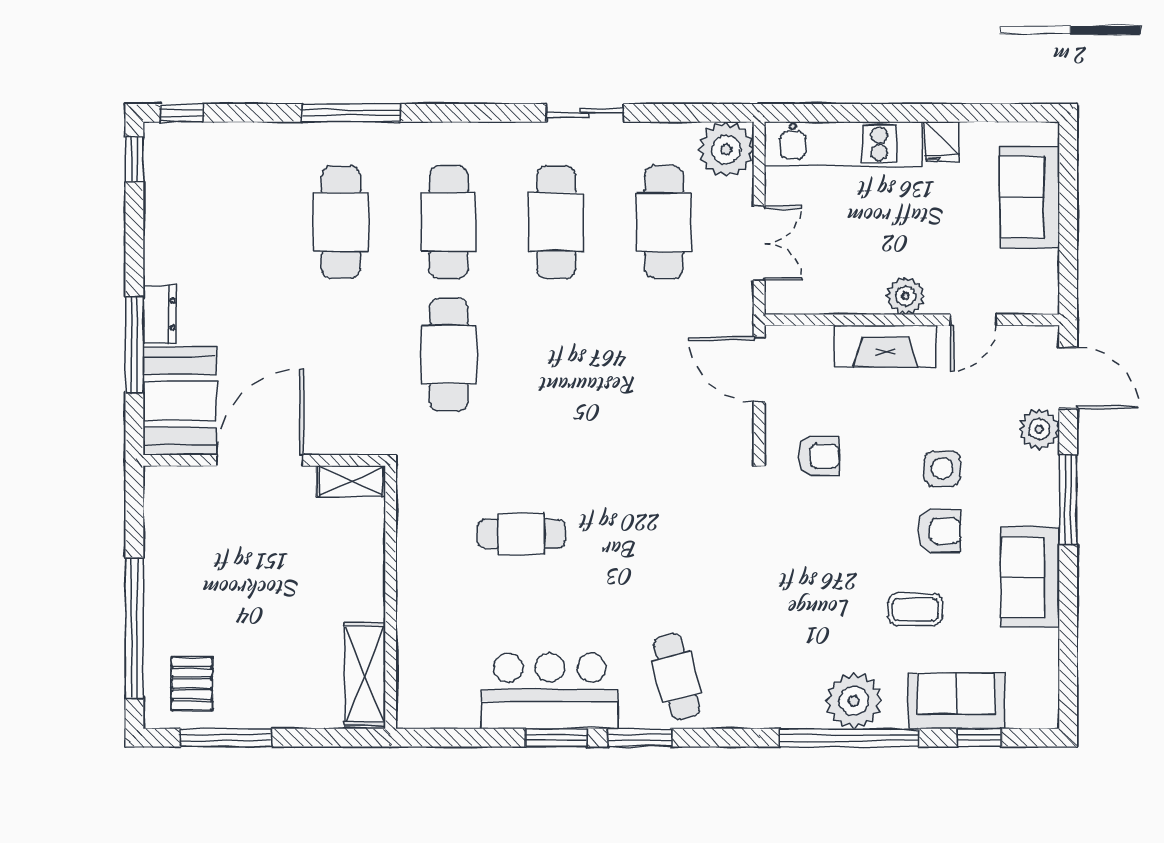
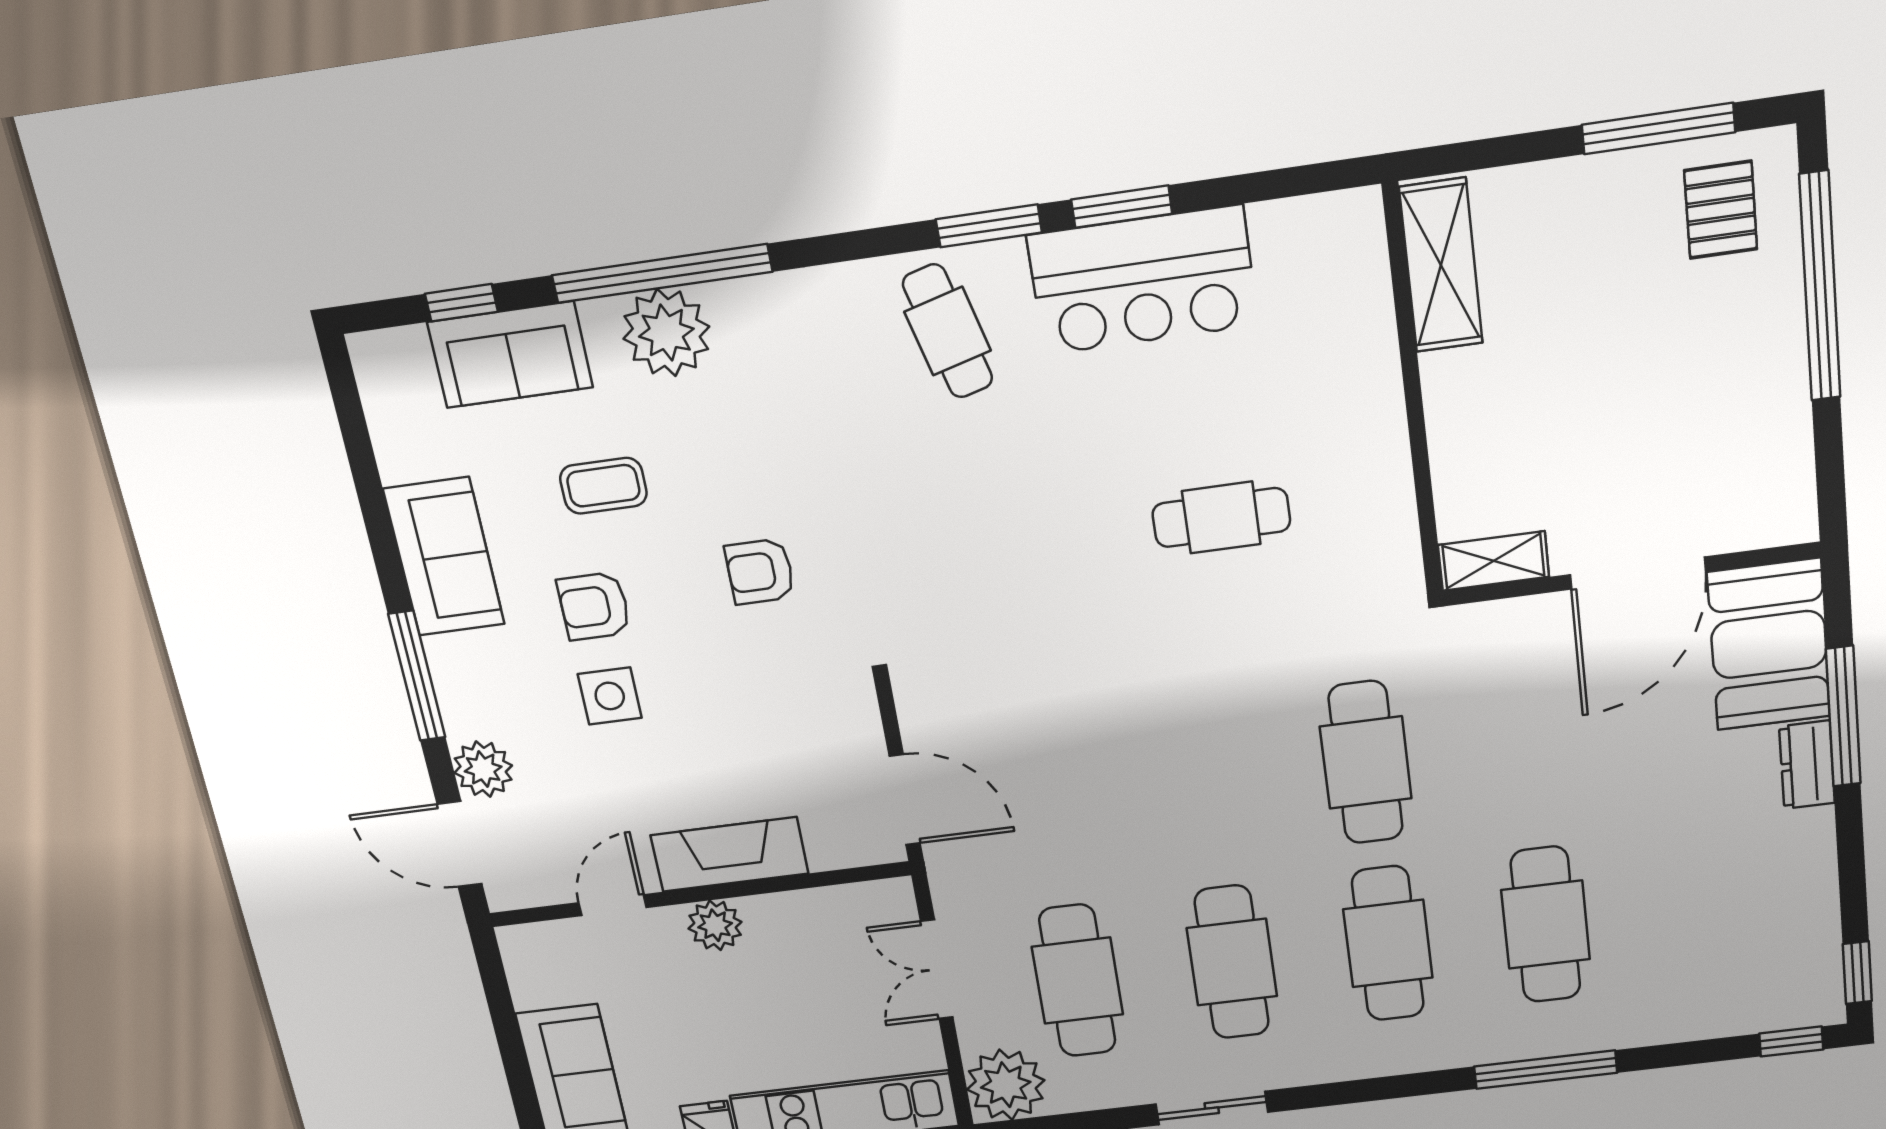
armchair: (819, 456) -> (760, 572), moved

